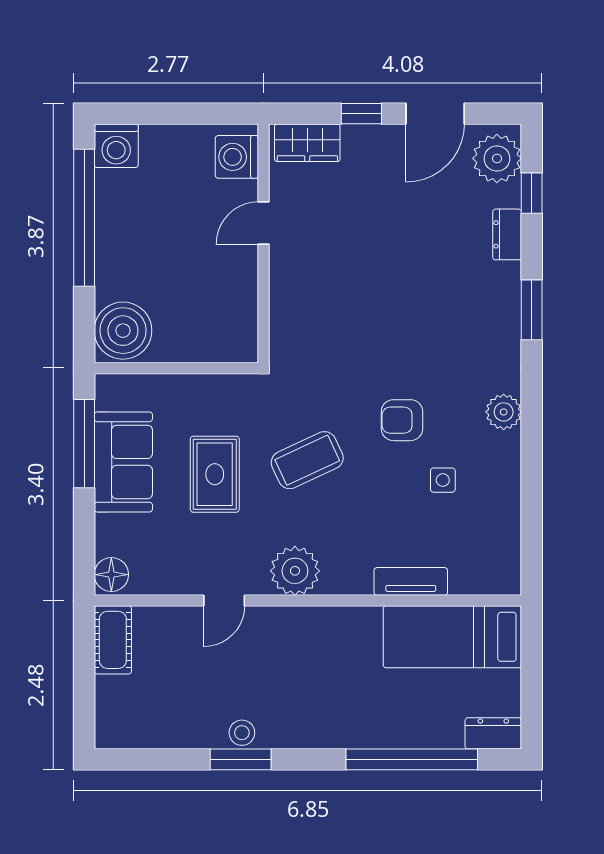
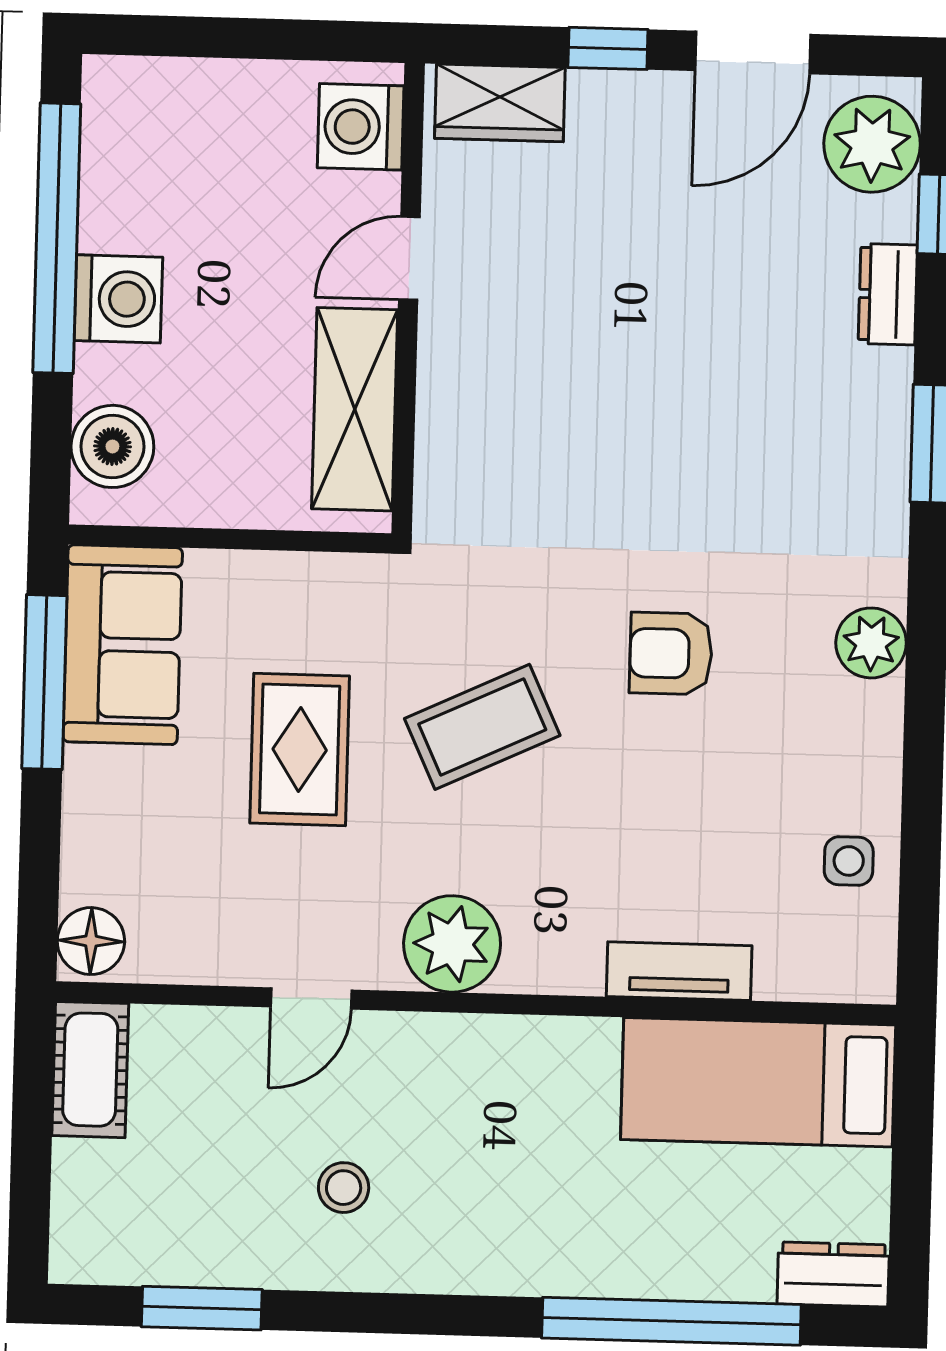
washing machine: (116, 146) -> (118, 299), moved, turned -90
shelving: (238, 301) -> (355, 409), added
boiler: (123, 331) -> (112, 446), width x0.73, depth x0.73
sofa: (123, 462) -> (123, 645), moved
side table: (443, 480) -> (849, 861), moved
stool: (242, 733) -> (344, 1188), moved
window: (241, 759) -> (202, 1308), moved

